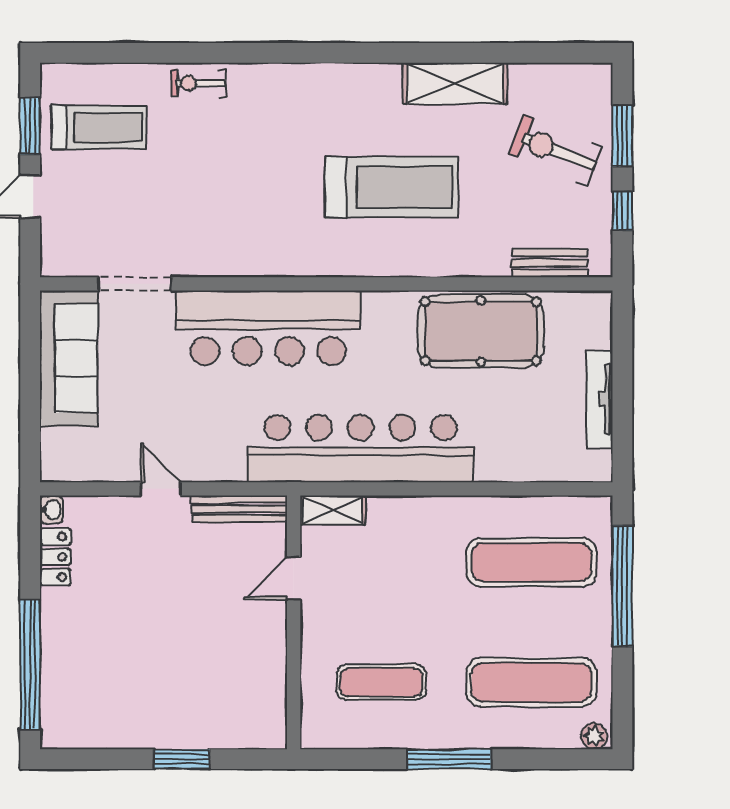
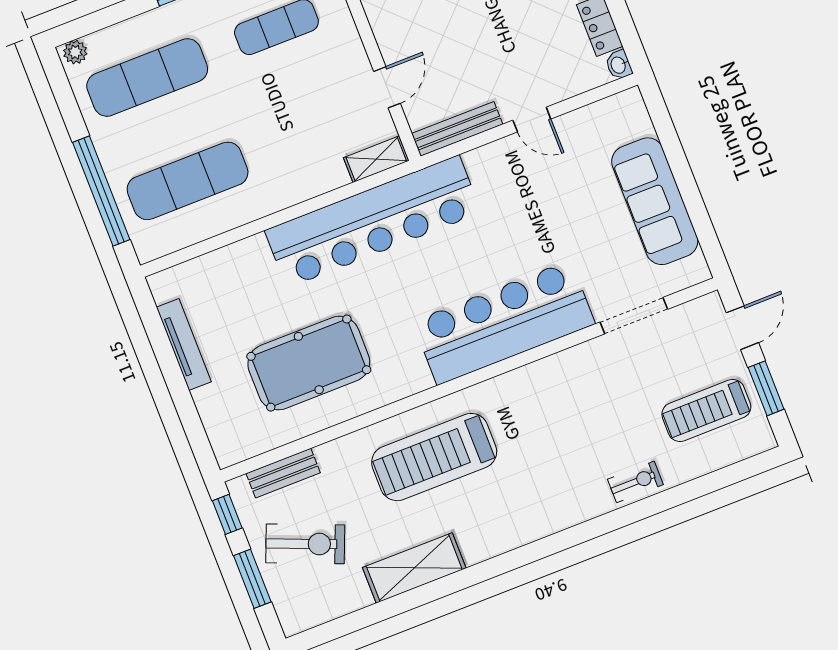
bench: (550, 263) -> (283, 473), moved
doorway: (135, 284) -> (634, 316), moved
wall: (326, 284) -> (469, 380), moved
bar counter: (268, 328) -> (504, 323), moved

